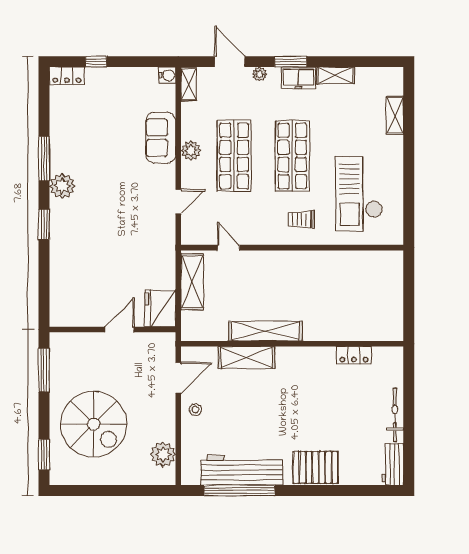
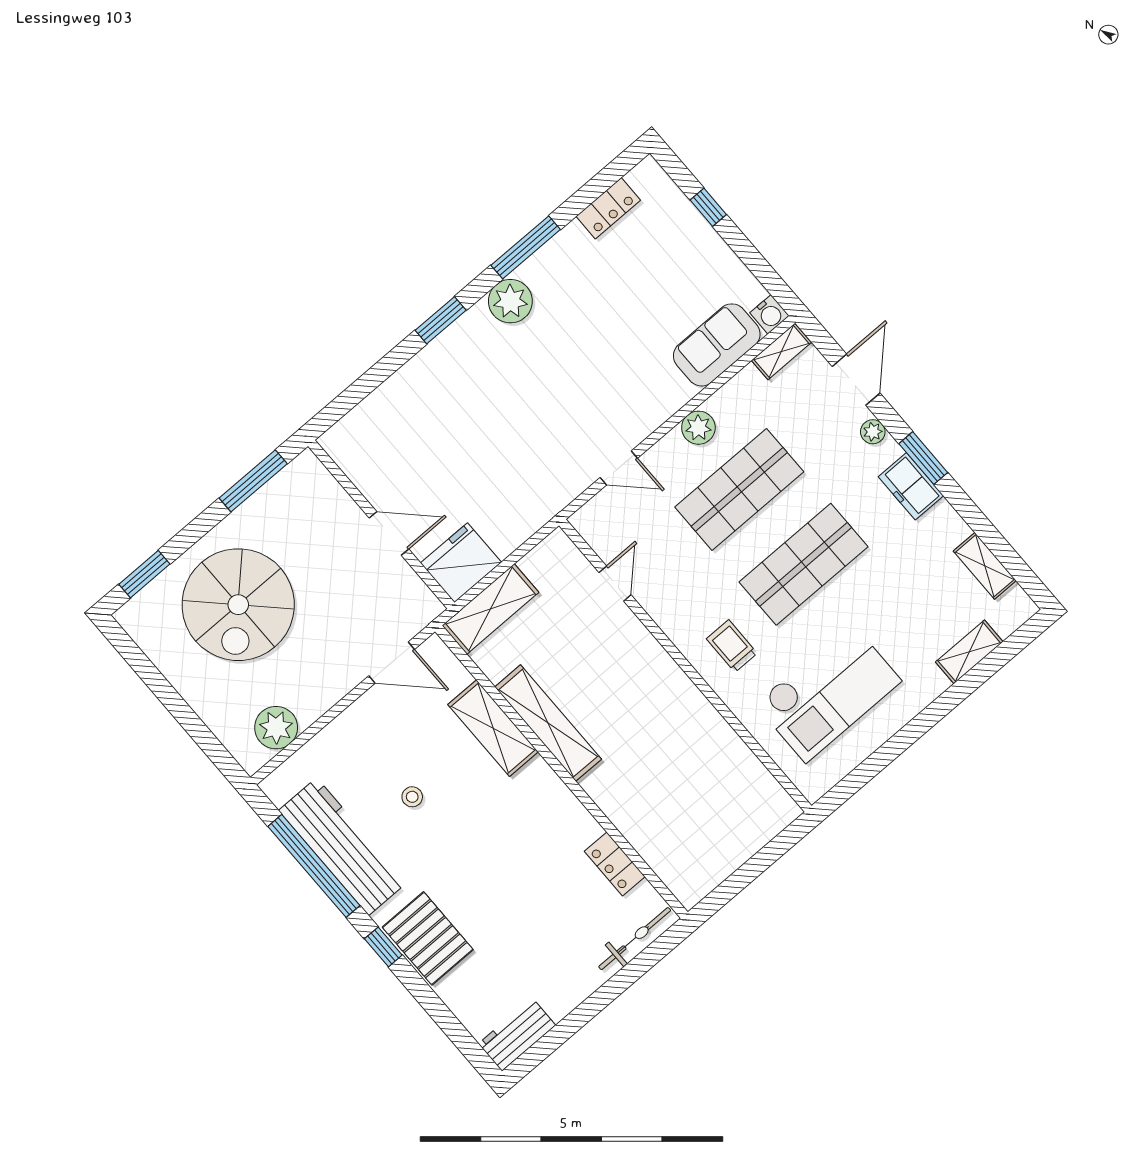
shelving: (336, 75) -> (985, 566), moved
locker: (67, 76) -> (608, 208), moved, turned -90
sofa: (161, 138) -> (717, 345), moved
checkout: (359, 194) -> (828, 692), turned 180
shelving: (192, 282) -> (490, 609), moved
stool: (195, 410) -> (412, 797), moved
bicycle: (395, 415) -> (635, 939), moved
window: (302, 491) -> (383, 947), added

